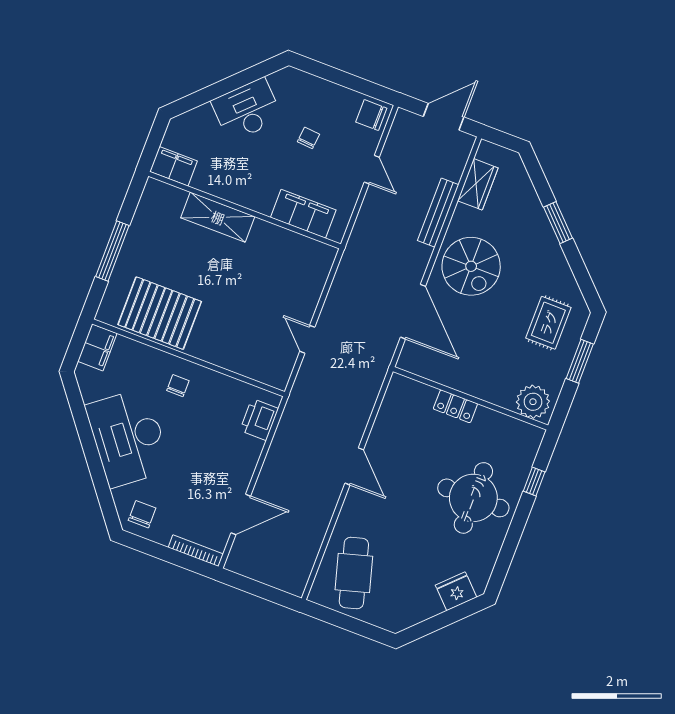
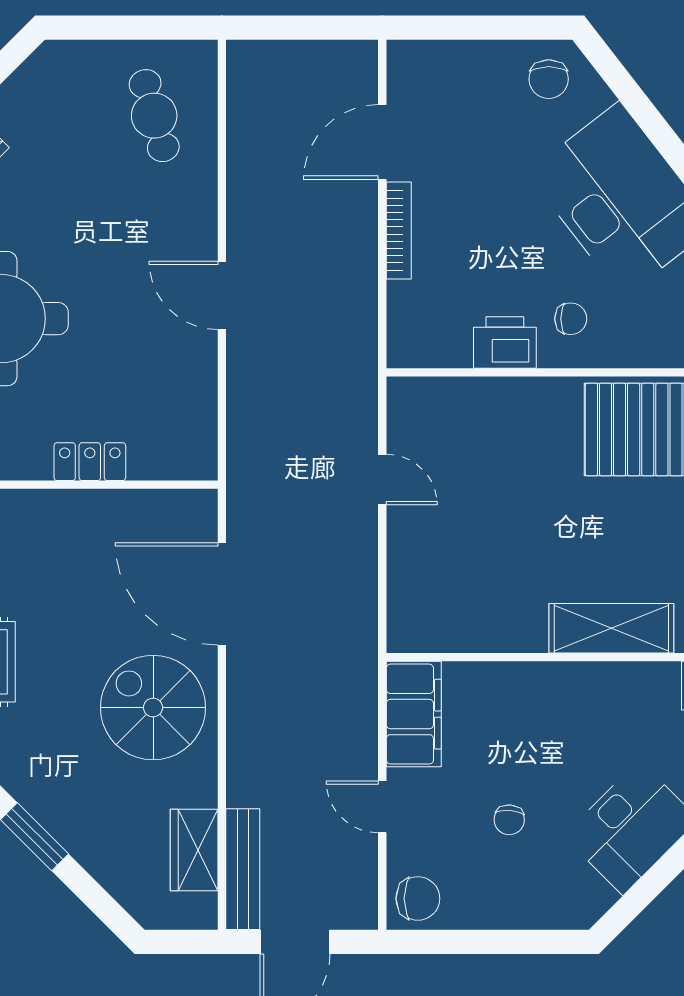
bench: (438, 213) -> (243, 869), moved
filing cabinet: (303, 214) -> (414, 714), moved, turned -90
chair: (178, 386) -> (571, 319), turned -90
printer: (259, 420) -> (505, 343), moved, turned -90
bookcase: (196, 551) -> (399, 230), moved, turned -90
cafe table: (354, 573) -> (154, 116), width x0.73, depth x0.74

